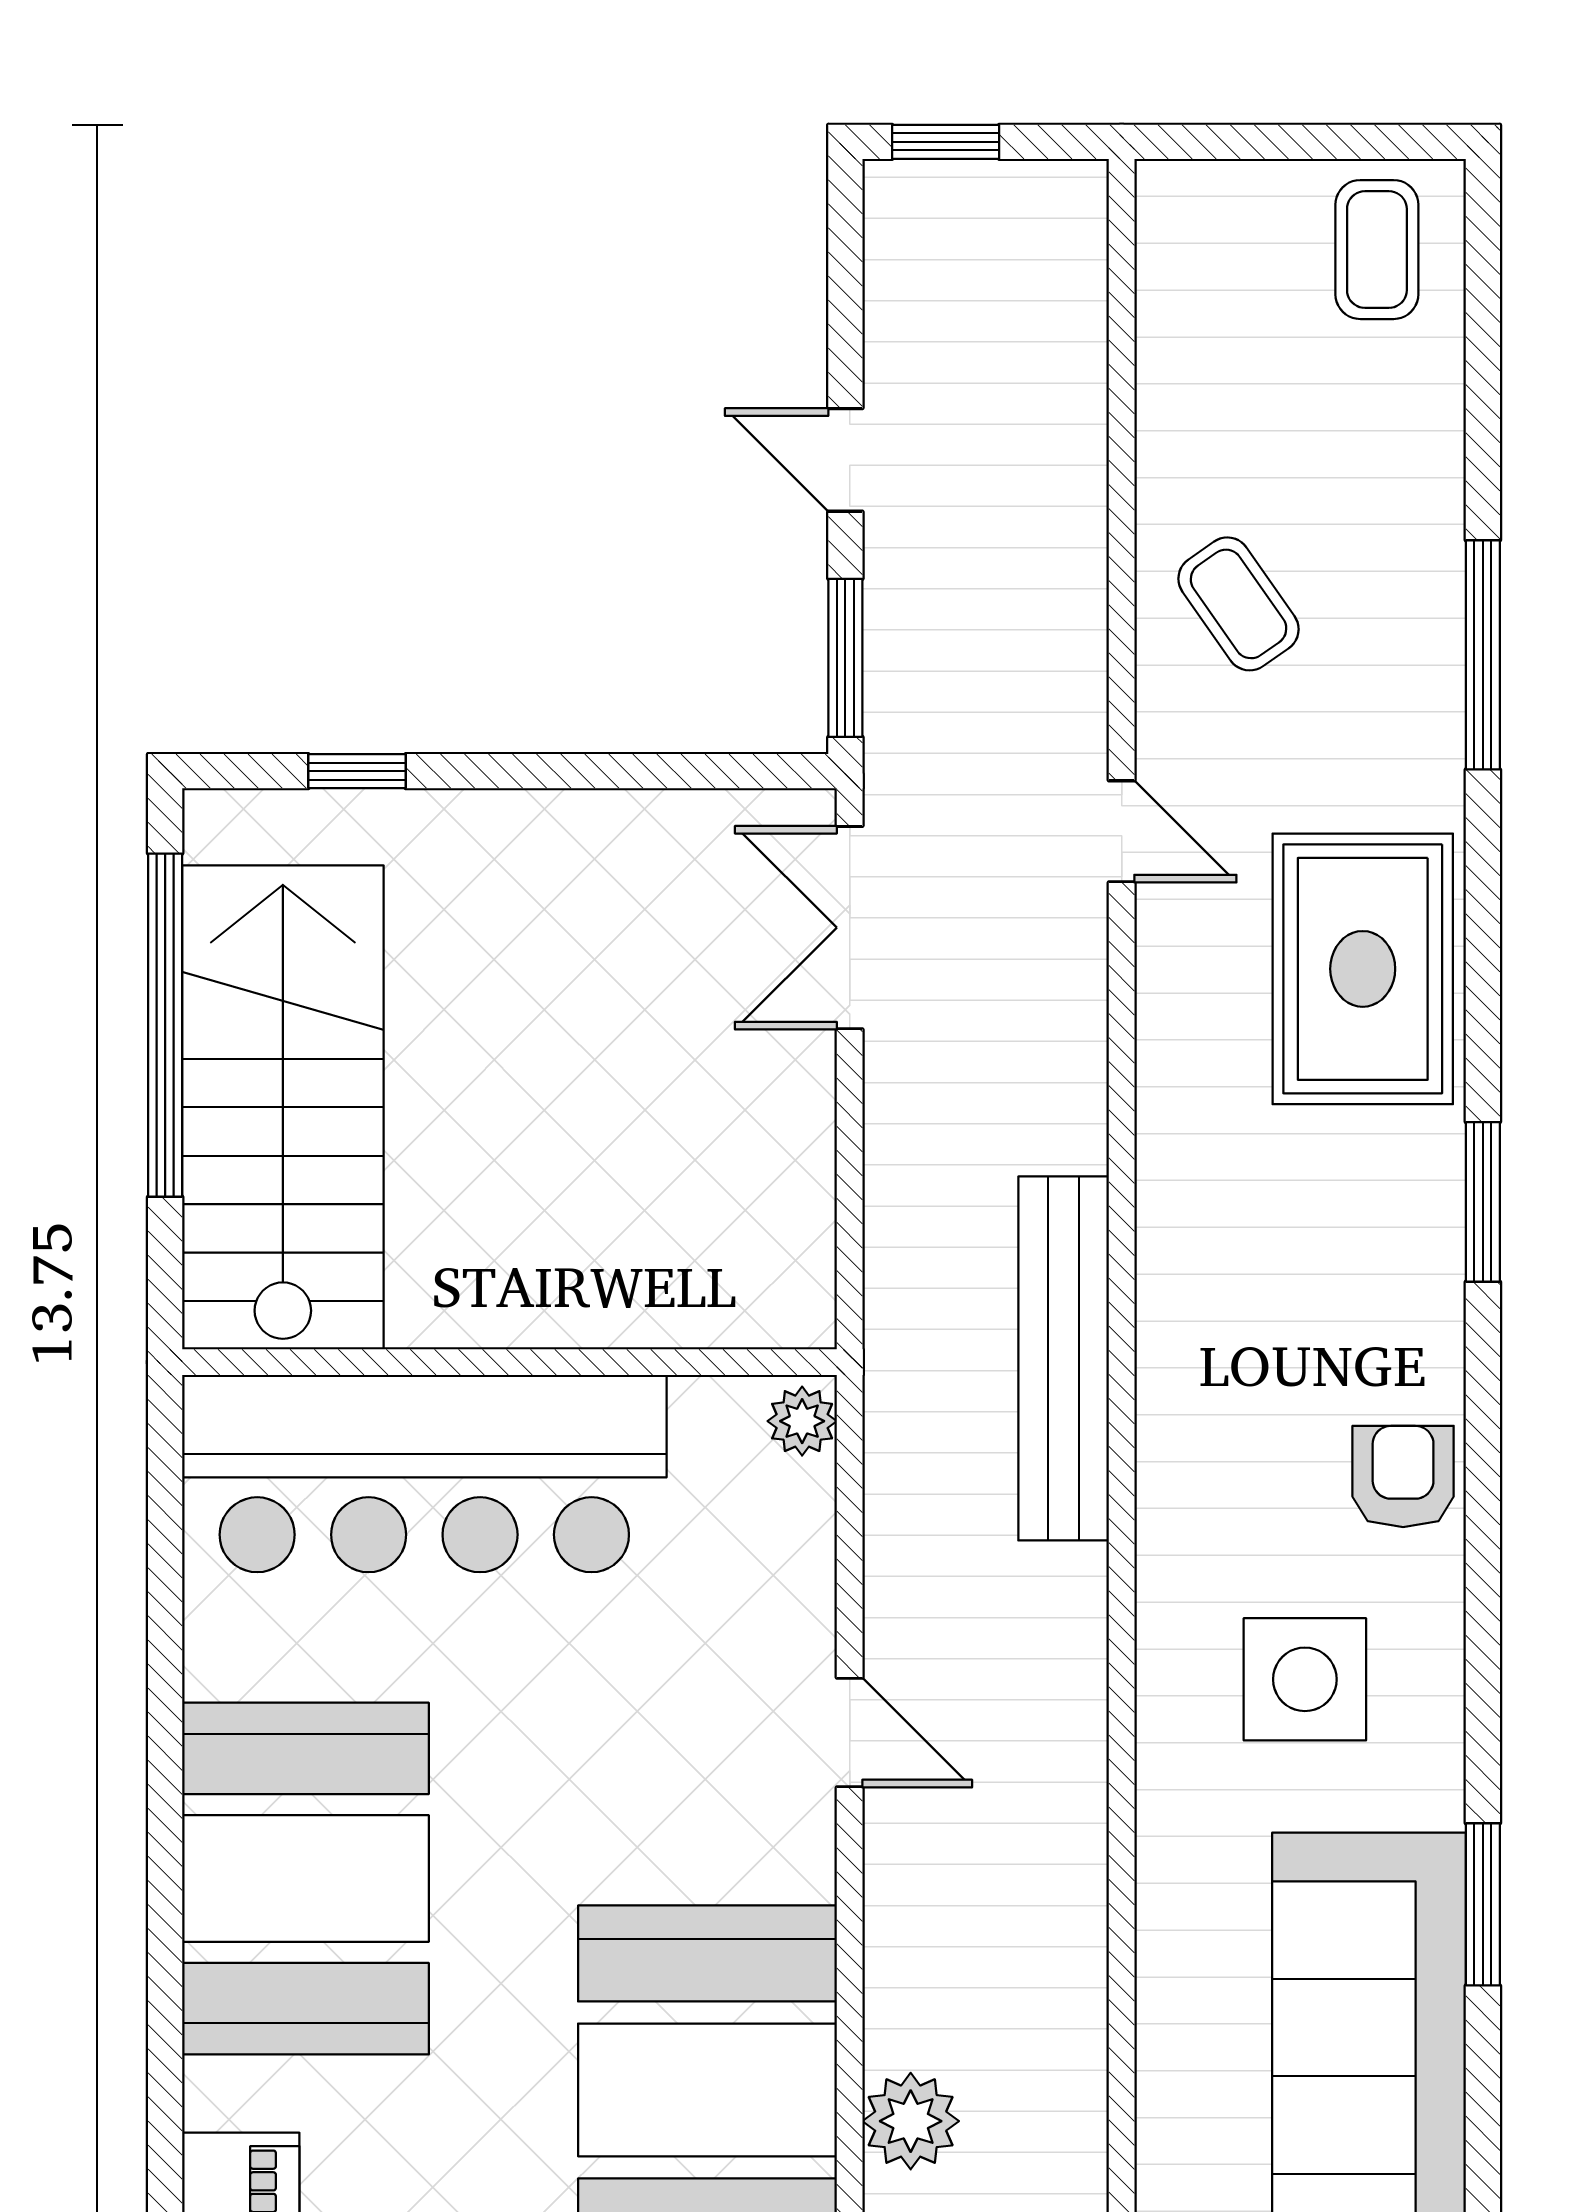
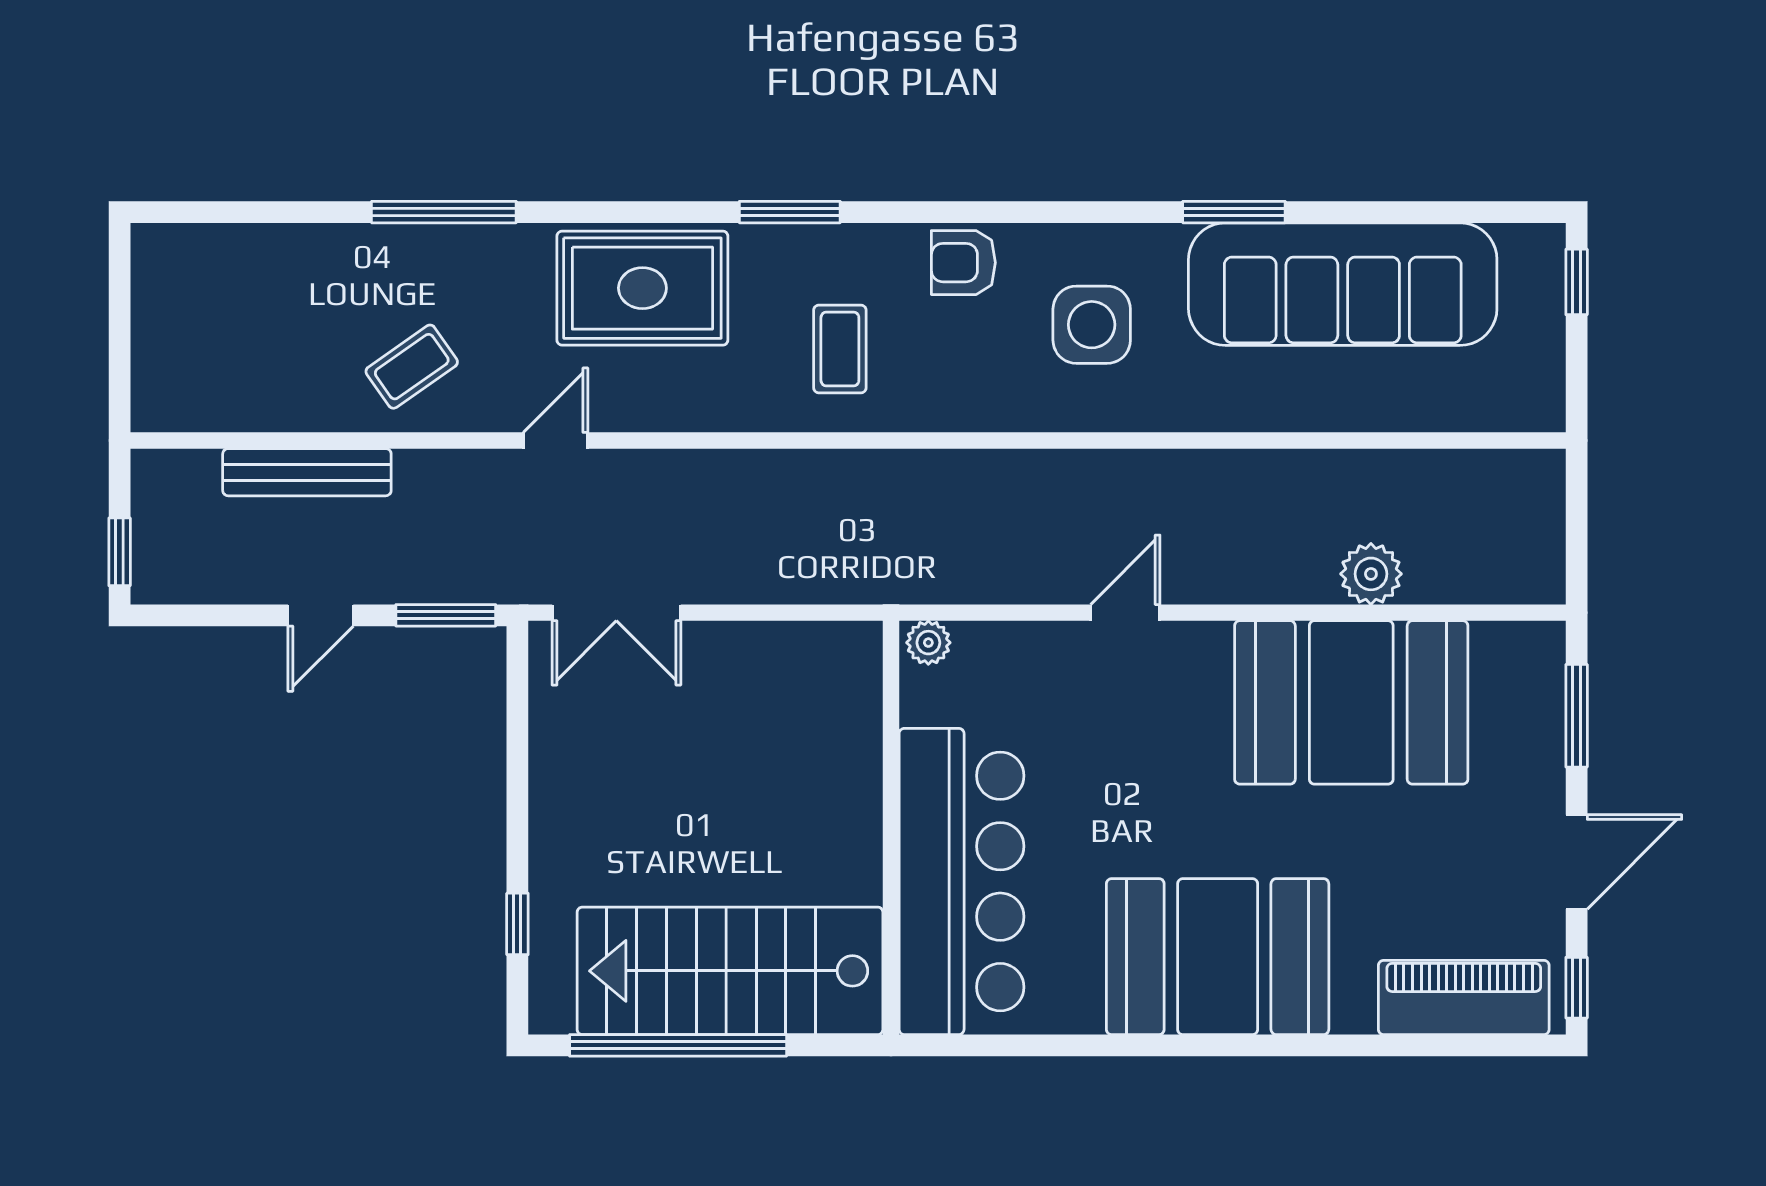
coffee table: (1377, 250) -> (840, 349), moved, turned 90
bench: (1064, 1358) -> (307, 472), moved, width x0.73, depth x0.82

